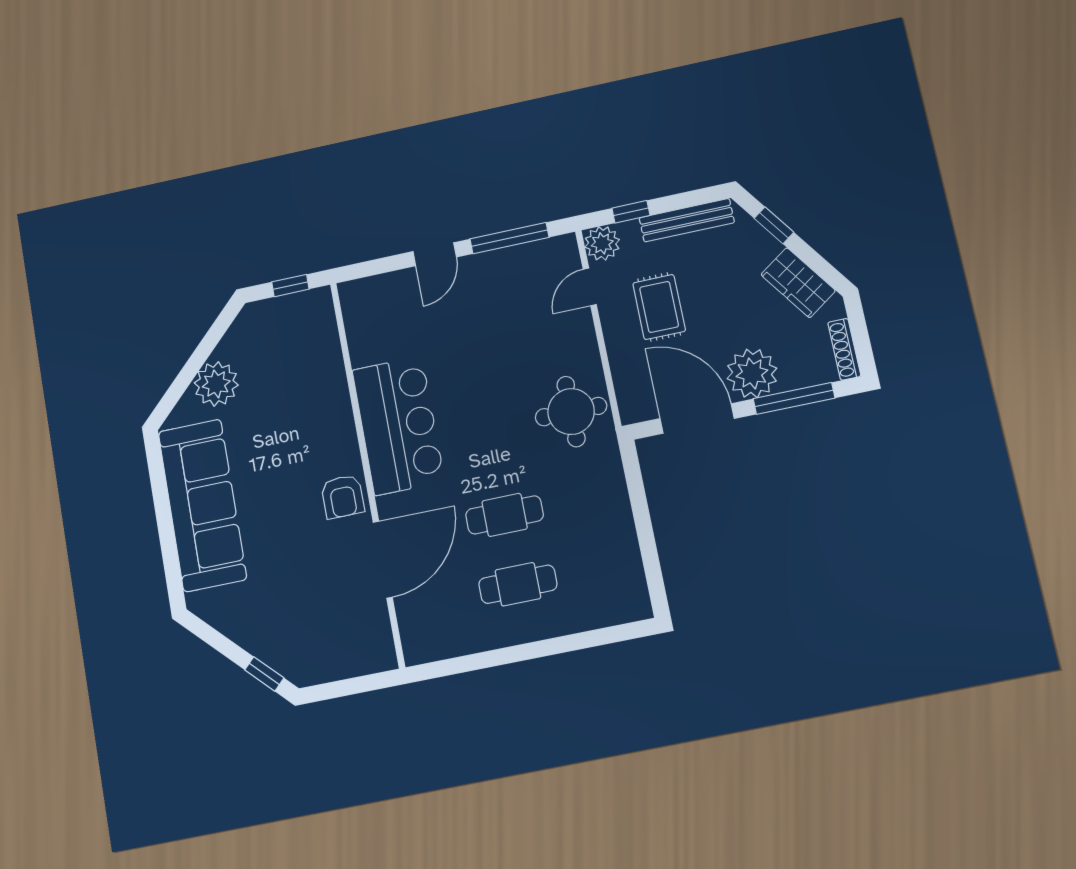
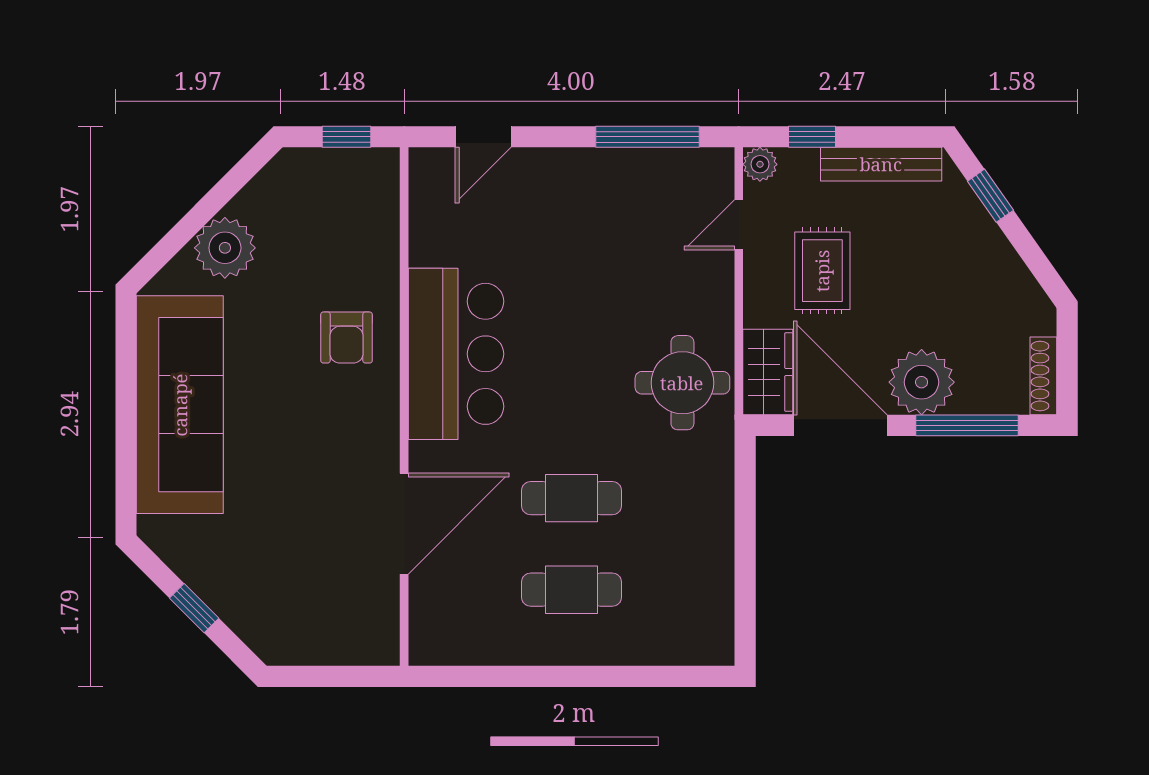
plant: (602, 243) -> (760, 164), width x0.73, depth x0.73
door: (435, 254) -> (483, 137), moved
wardrobe: (798, 283) -> (768, 372), moved, turned -145
armchair: (343, 497) -> (346, 338), moved
window: (264, 674) -> (194, 608), moved

